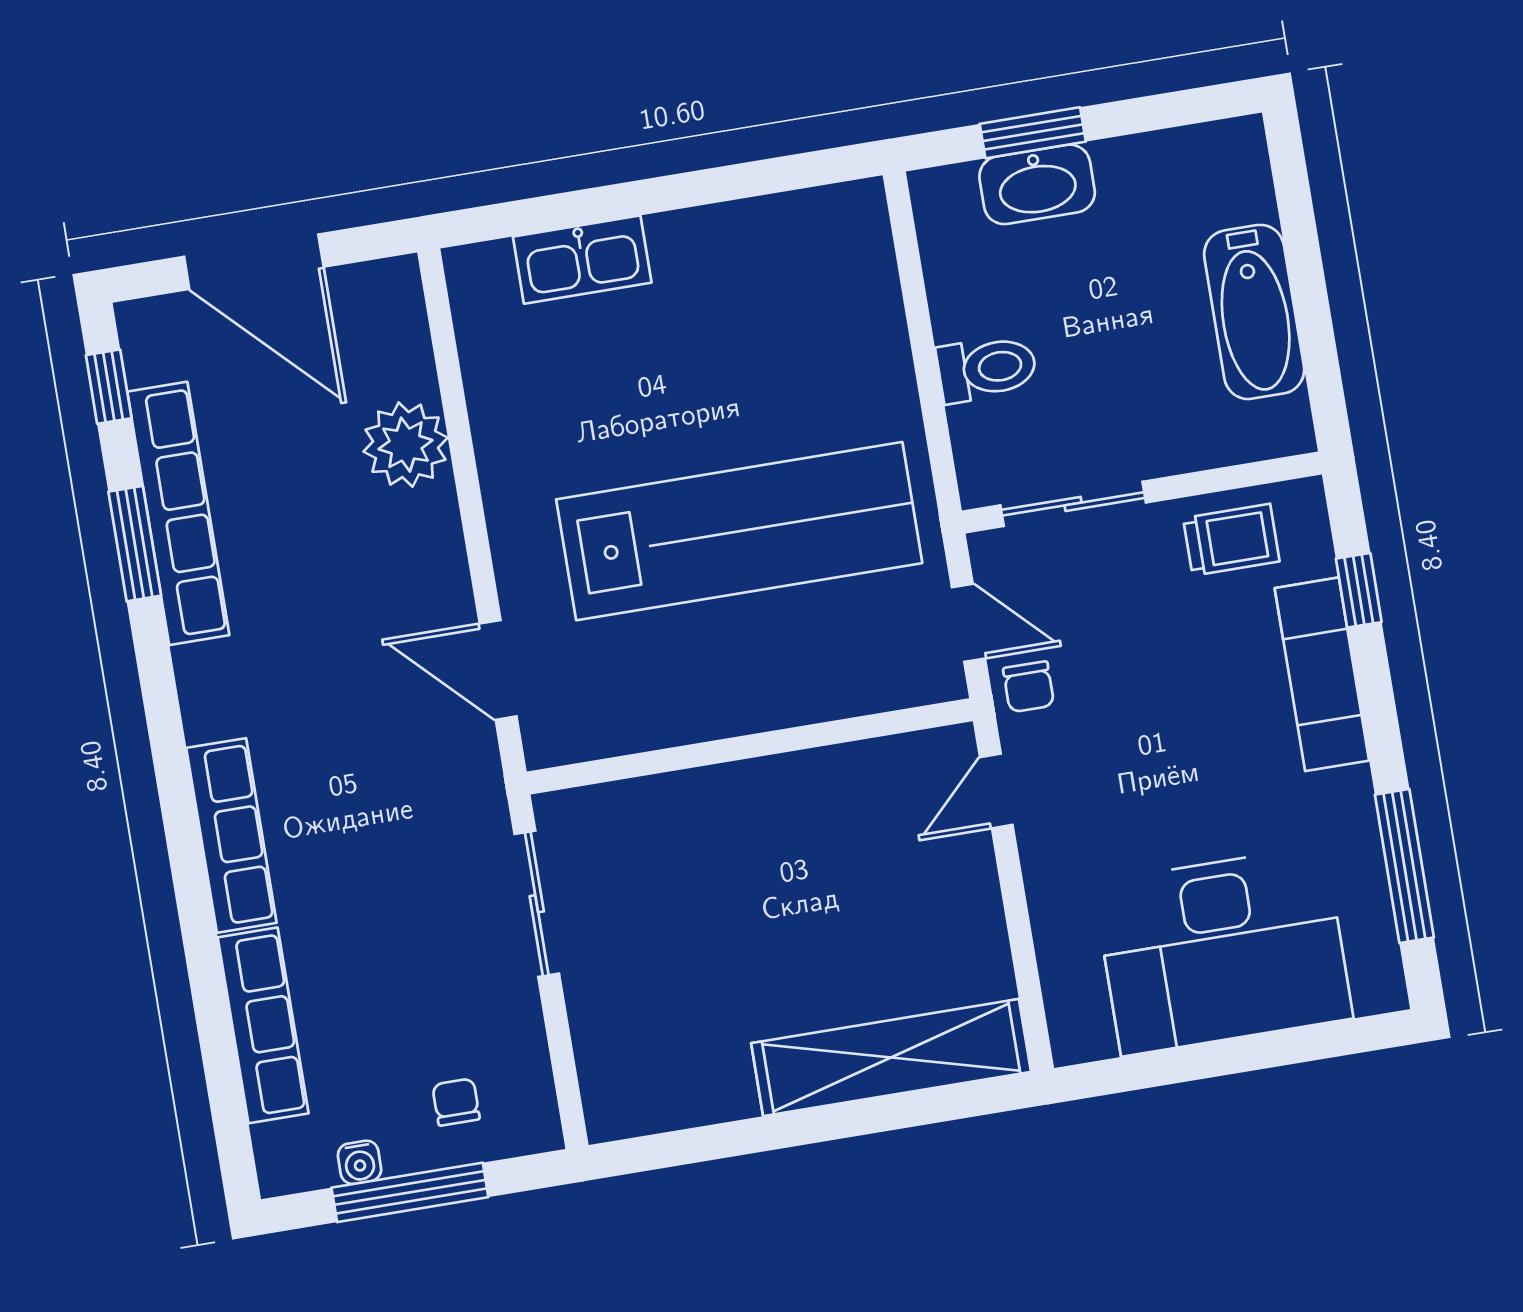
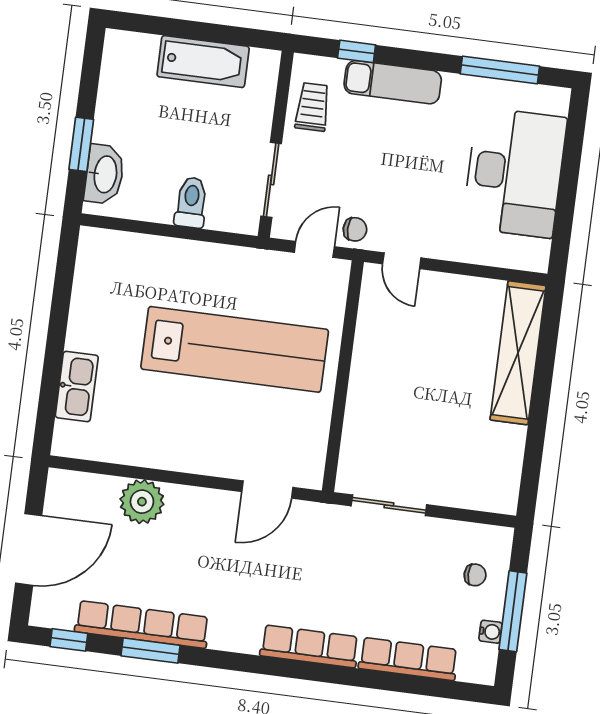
washbasin: (1037, 184) -> (104, 174), moved
lab bench: (739, 531) -> (235, 349), turned 90
chair: (456, 1102) -> (475, 575), turned 180

